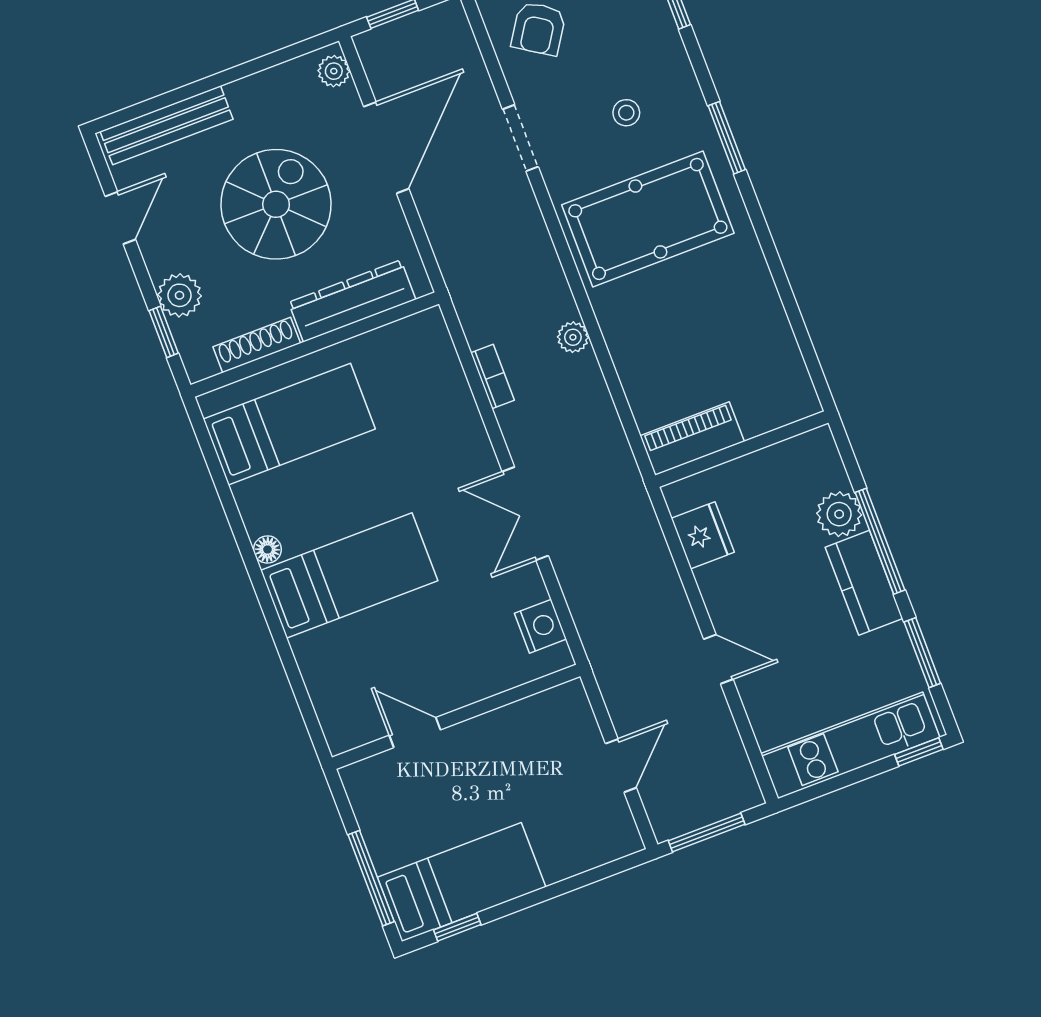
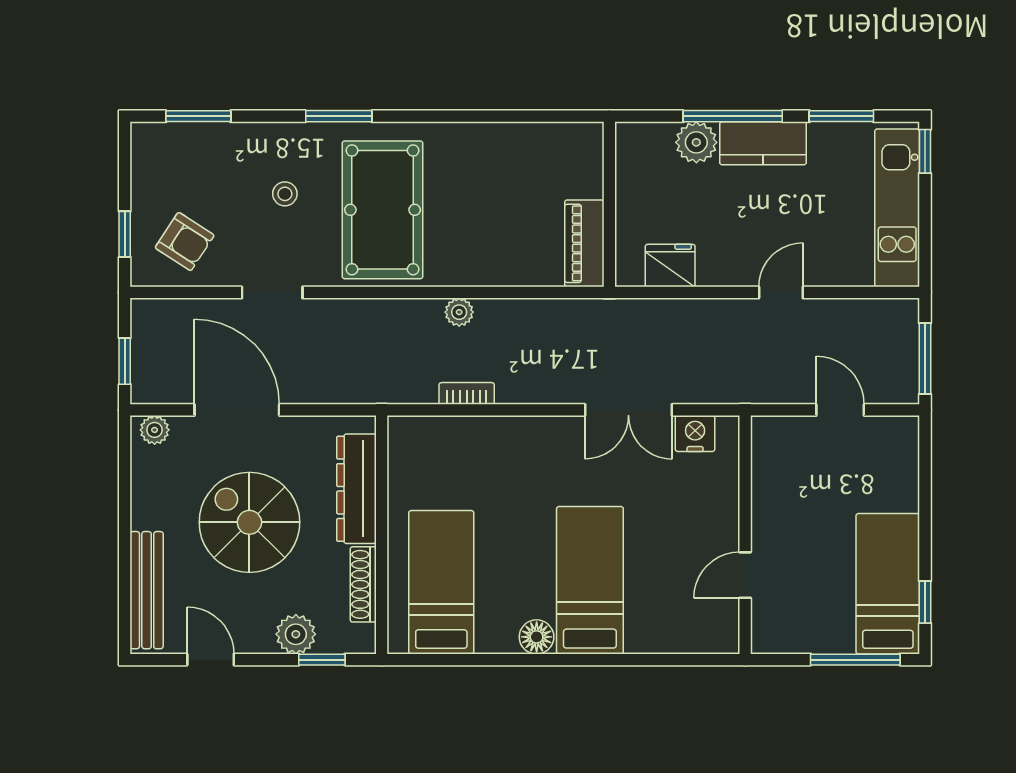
double door: (525, 514) -> (628, 410), moved
floor lamp: (267, 549) -> (537, 637), width x1.37, depth x1.37

